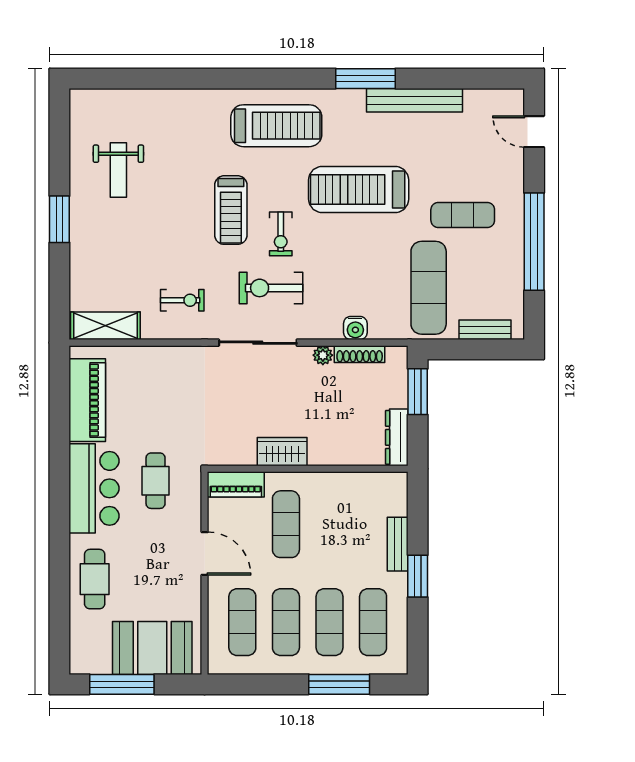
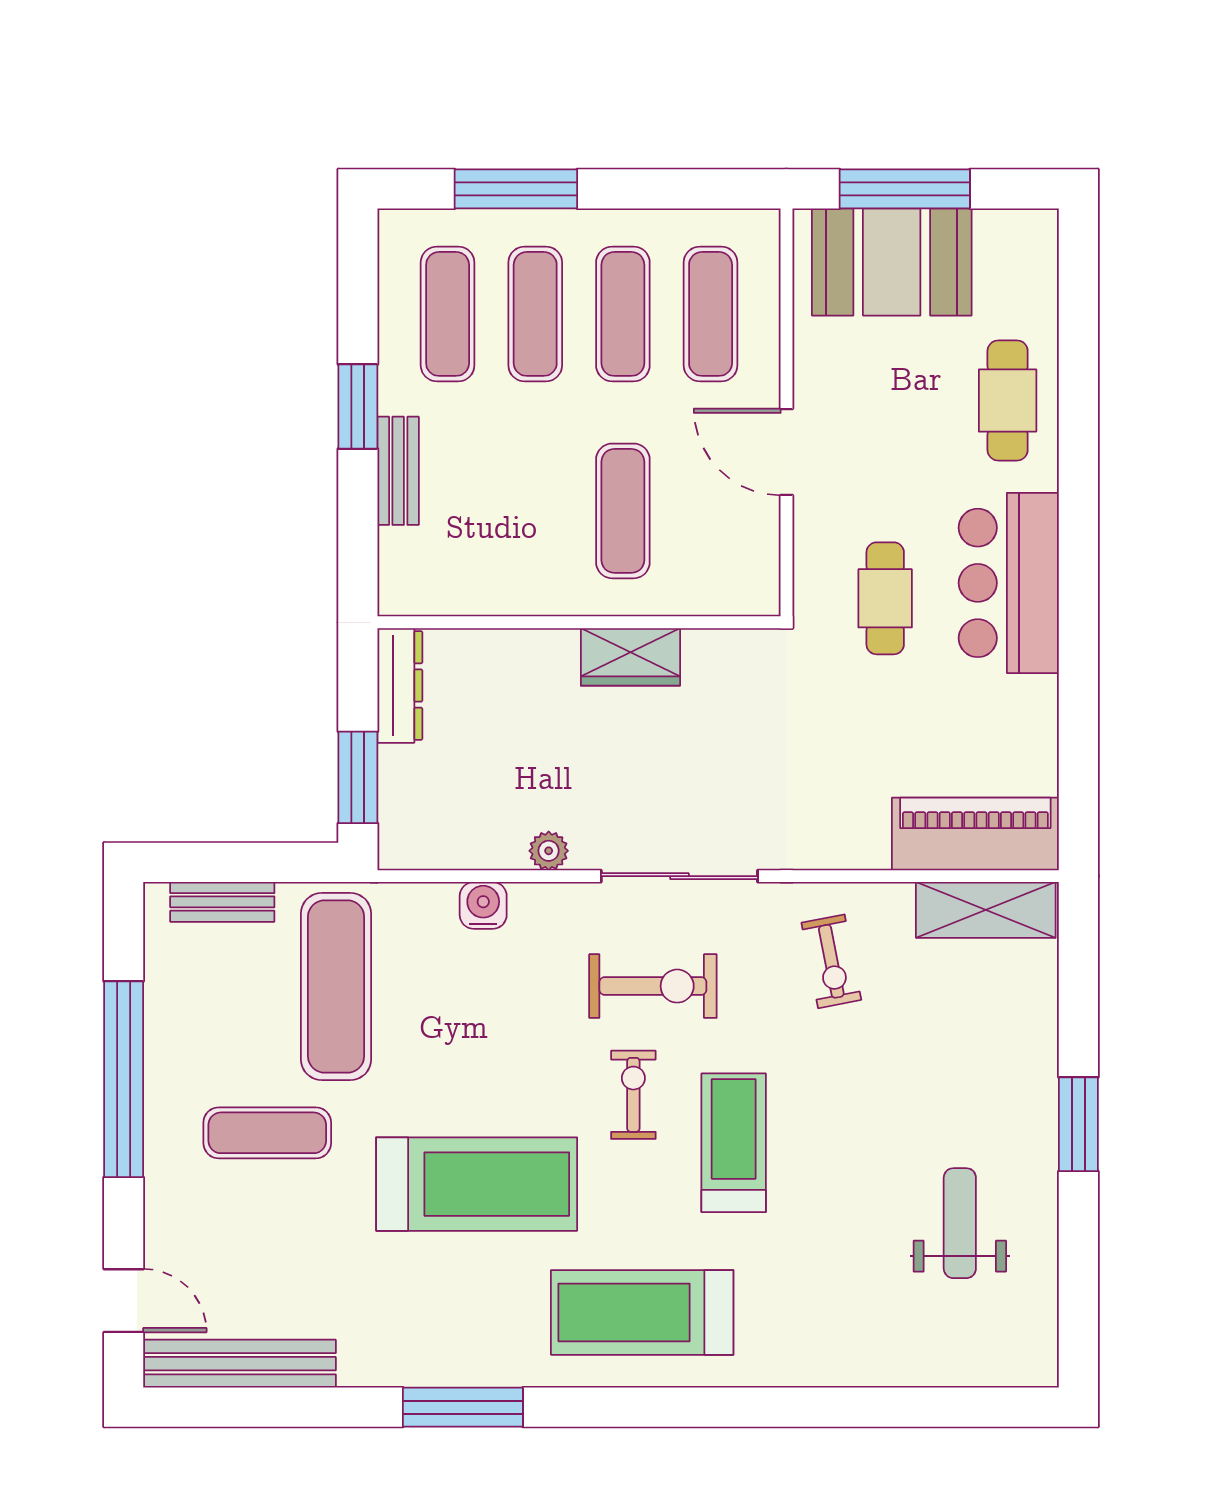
bench: (414, 100) -> (239, 1364), moved
exercise bike: (182, 300) -> (831, 961), turned -101
shoe rack: (360, 354) -> (475, 853), removed
piano: (87, 400) -> (975, 834), moved, turned 90
piano: (236, 484) -> (724, 591), removed
window: (122, 684) -> (905, 189), moved

